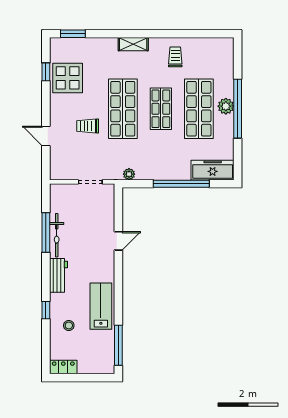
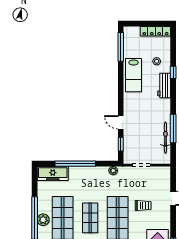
window: (118, 211) -> (121, 144), added
bicycle: (57, 235) -> (165, 138), moved
door: (118, 241) -> (121, 122), hinge flipped
workbench: (58, 275) -> (164, 86), moved
locker: (63, 367) -> (155, 31), width x1.53

